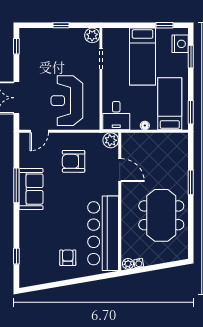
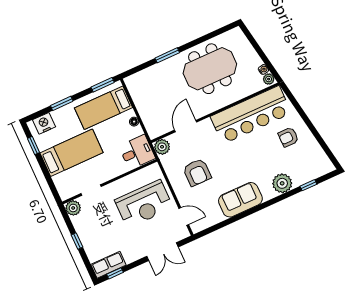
row of seats: (27, 44) -> (108, 265), added
window: (191, 57) -> (62, 103), moved
window: (16, 185) -> (243, 215), removed
plant: (29, 233) -> (282, 183), added

